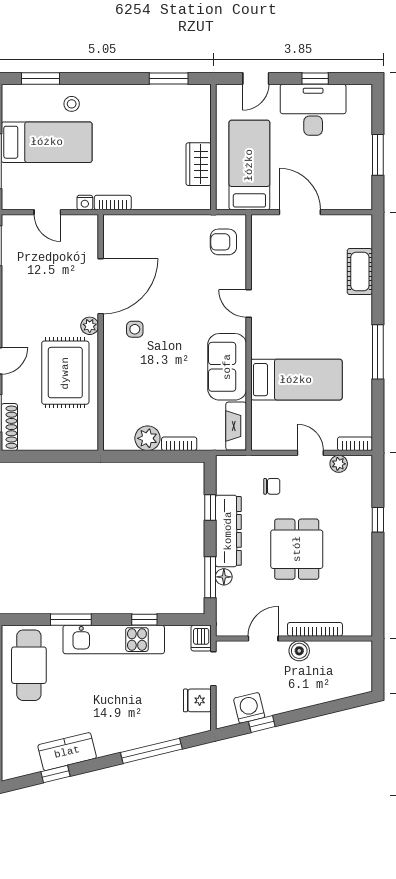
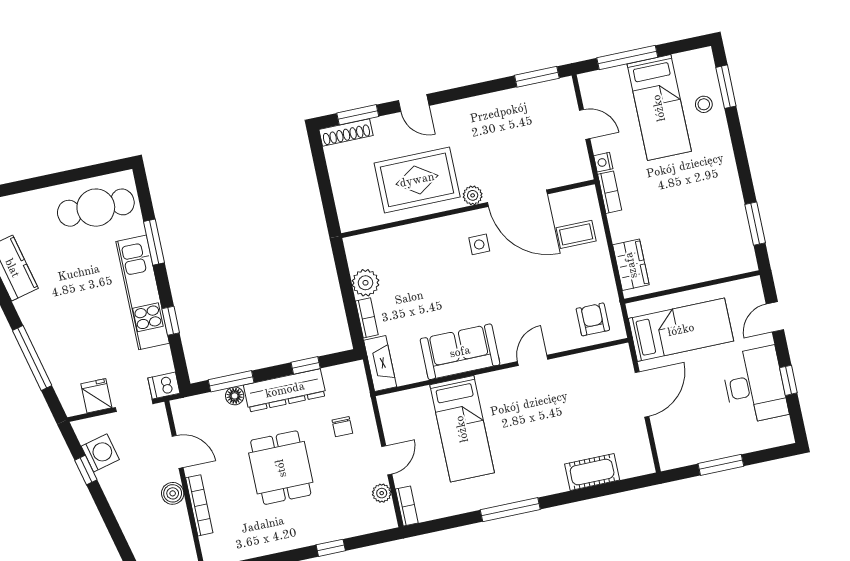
door: (256, 78) -> (775, 317), hinge flipped
stool: (72, 104) -> (704, 104), moved
wardrobe: (199, 164) -> (631, 265), moved, turned 90
door: (47, 212) -> (585, 124), swing flipped
coffee table: (144, 241) -> (576, 234), added
fireplace: (236, 426) -> (380, 363), moved, turned 90
dining table: (297, 549) -> (281, 468), turned 90

